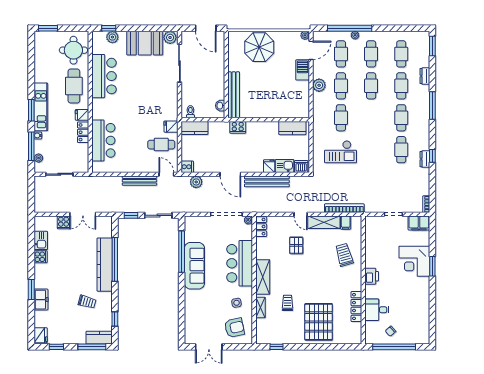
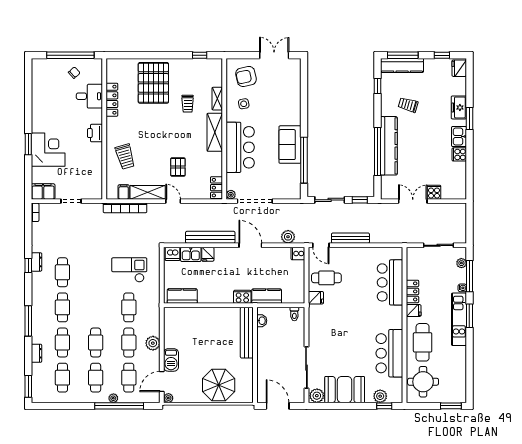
kitchen counter: (194, 128) -> (267, 296), moved
kitchen sink: (41, 240) -> (459, 137), moved
sofa: (194, 266) -> (290, 145), width x0.73
kitchen counter: (99, 338) -> (402, 66), width x1.50

